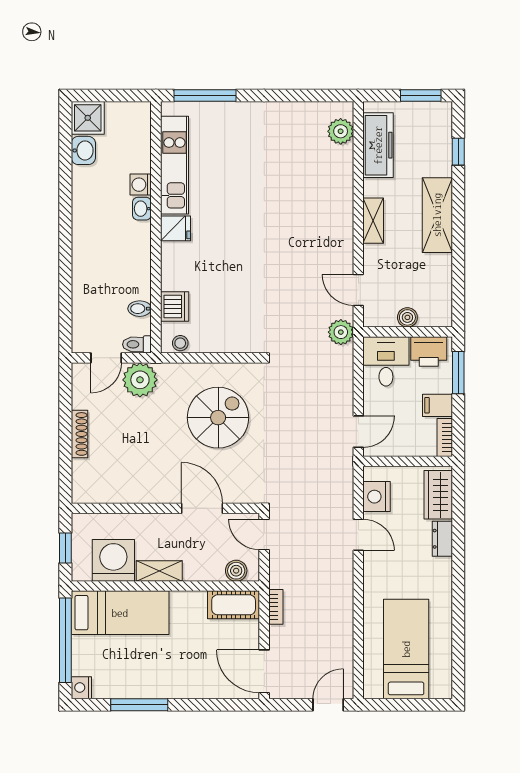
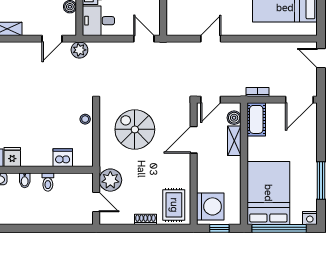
bidet: (140, 309) -> (25, 180), moved
stool: (180, 343) -> (85, 119), moved
toilet: (137, 344) -> (48, 182), moved
shoe rack: (79, 434) -> (145, 219), width x0.70
rug: (102, 478) -> (174, 205), added
nightstand: (377, 497) -> (186, 27), removed
washing machine: (113, 560) -> (210, 206), moved, turned 180
shelving: (159, 571) -> (234, 141), moved
bed: (120, 613) -> (268, 193), width x1.50

